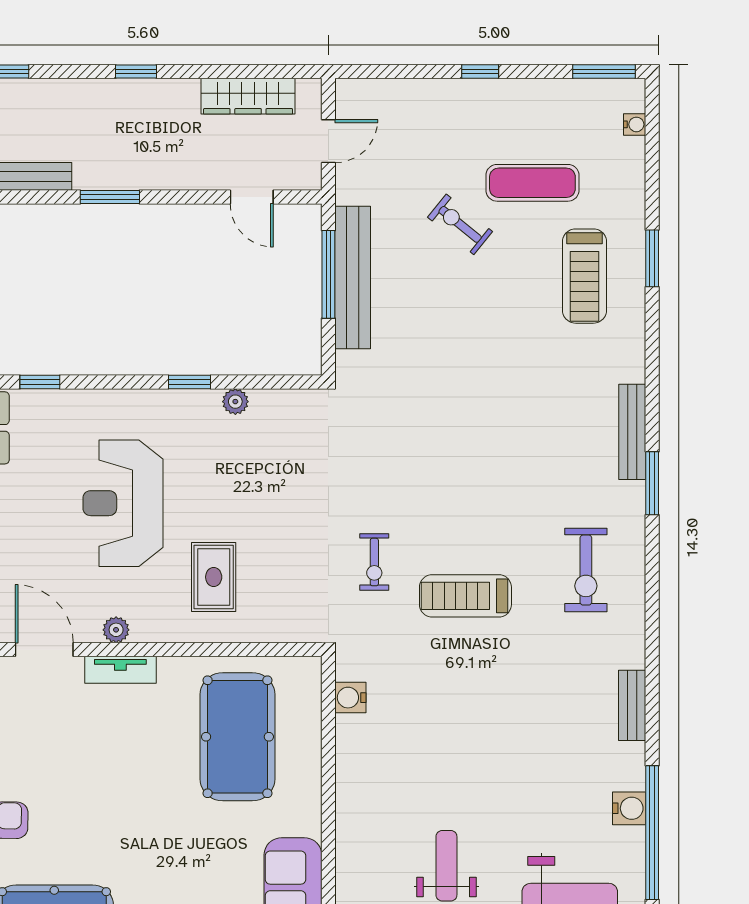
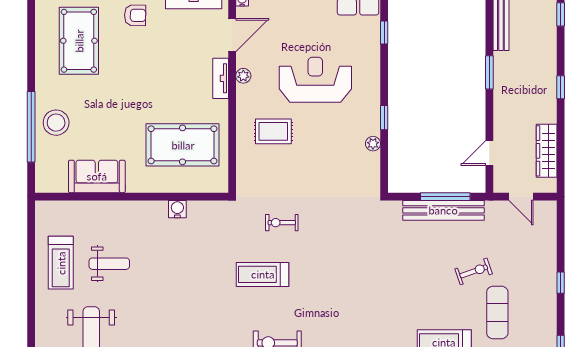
exercise bike: (460, 224) -> (474, 271), turned 32
treadmill: (465, 596) -> (263, 274), turned -90
water cooler: (350, 698) -> (177, 209), moved

